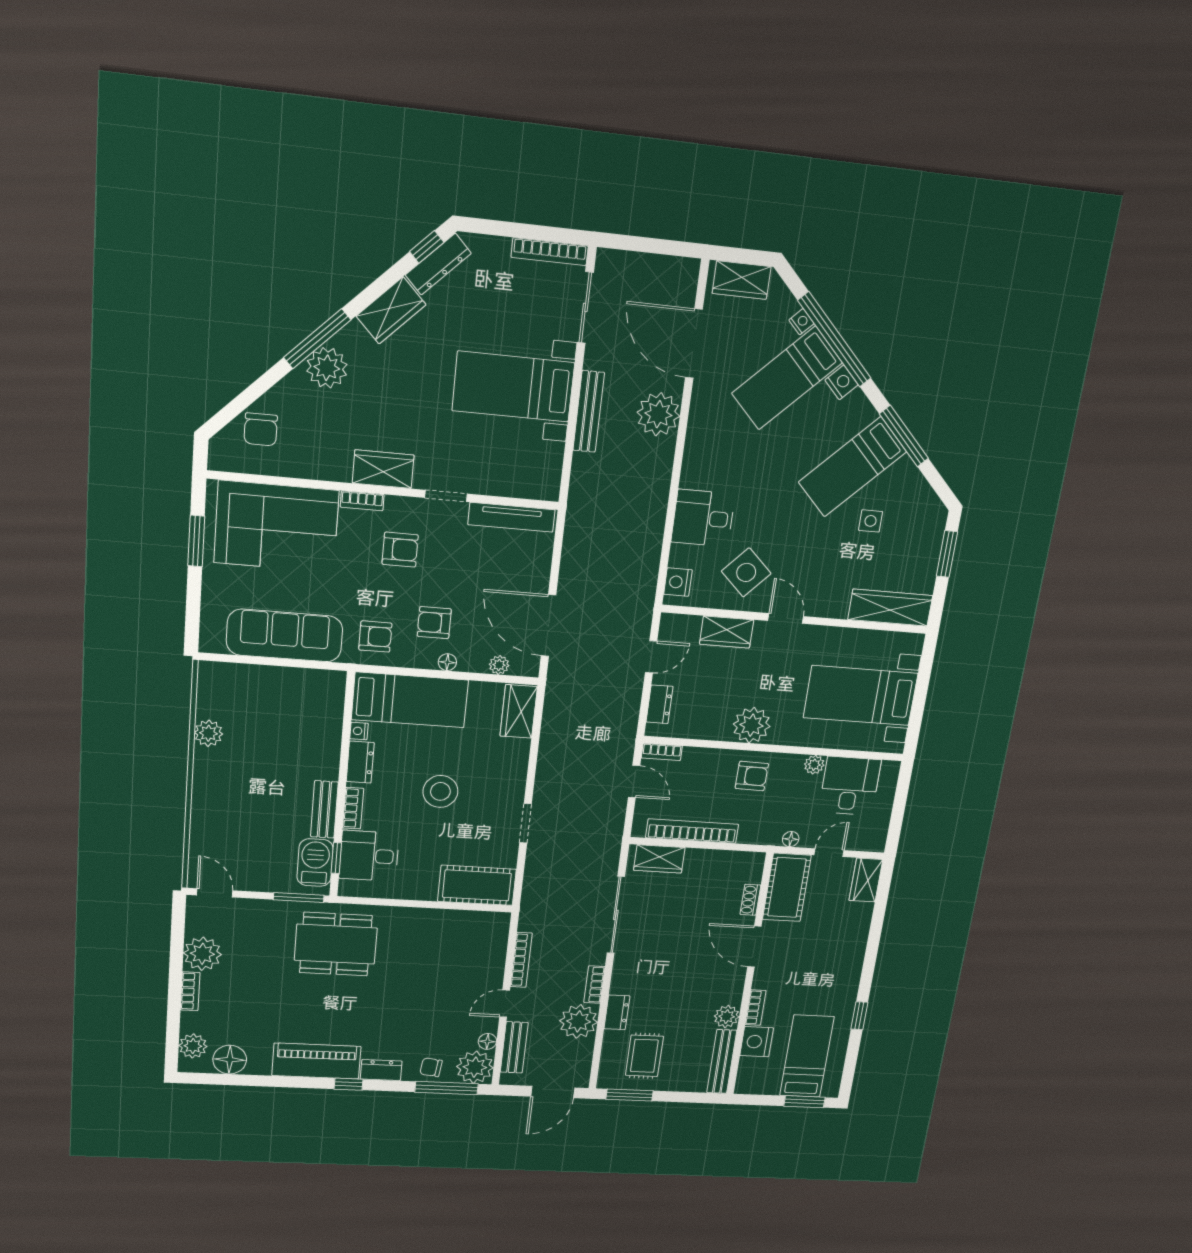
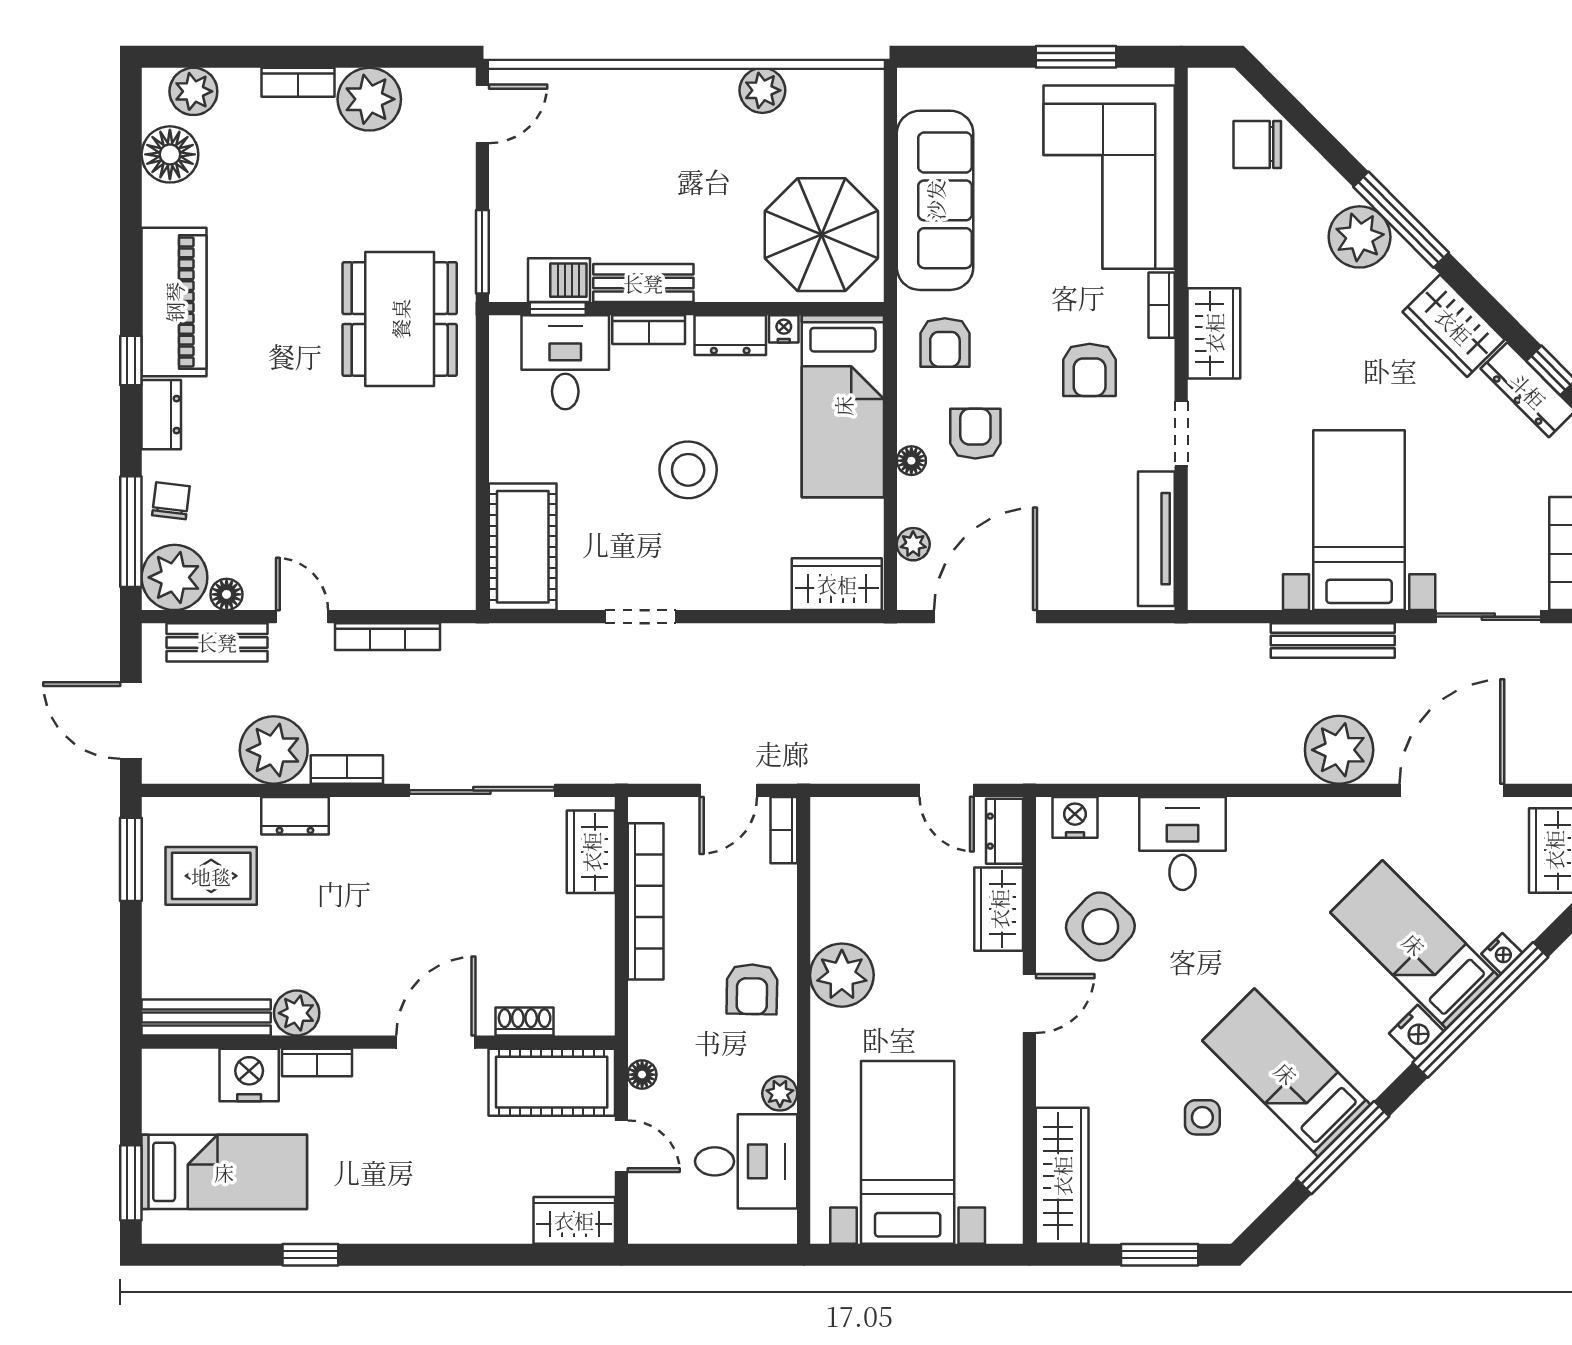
dresser: (660, 704) -> (1004, 831), moved, turned 90
parasol: (302, 705) -> (821, 235), added
barbecue: (315, 863) -> (559, 280), width x0.73, depth x0.79

